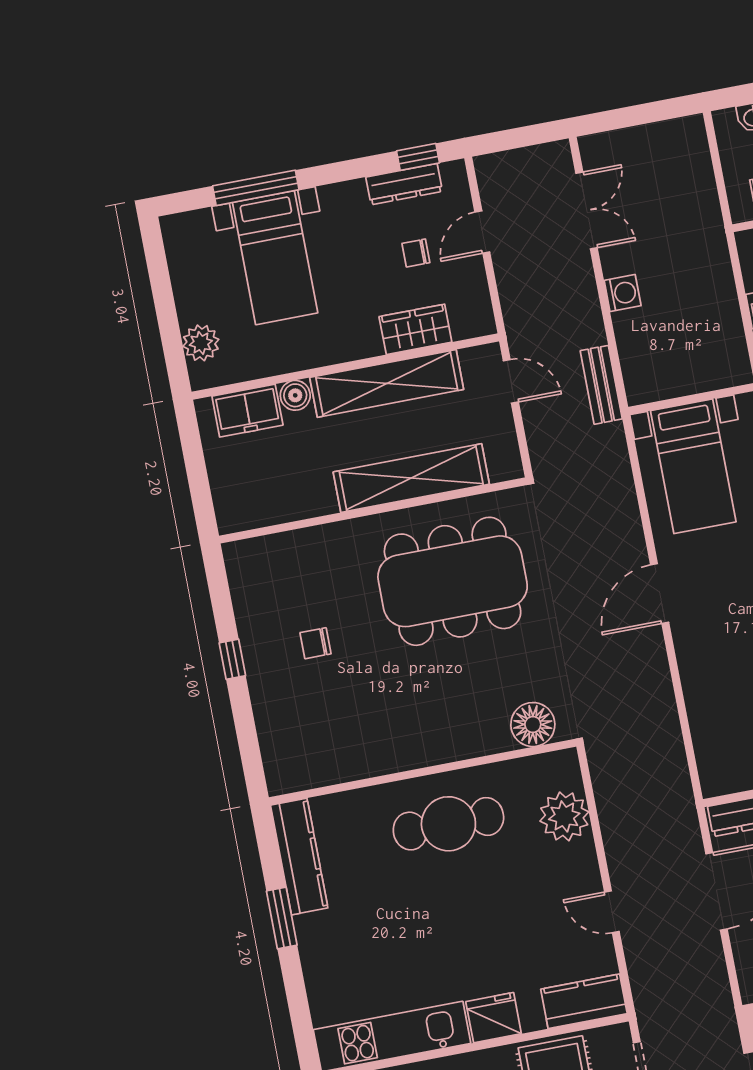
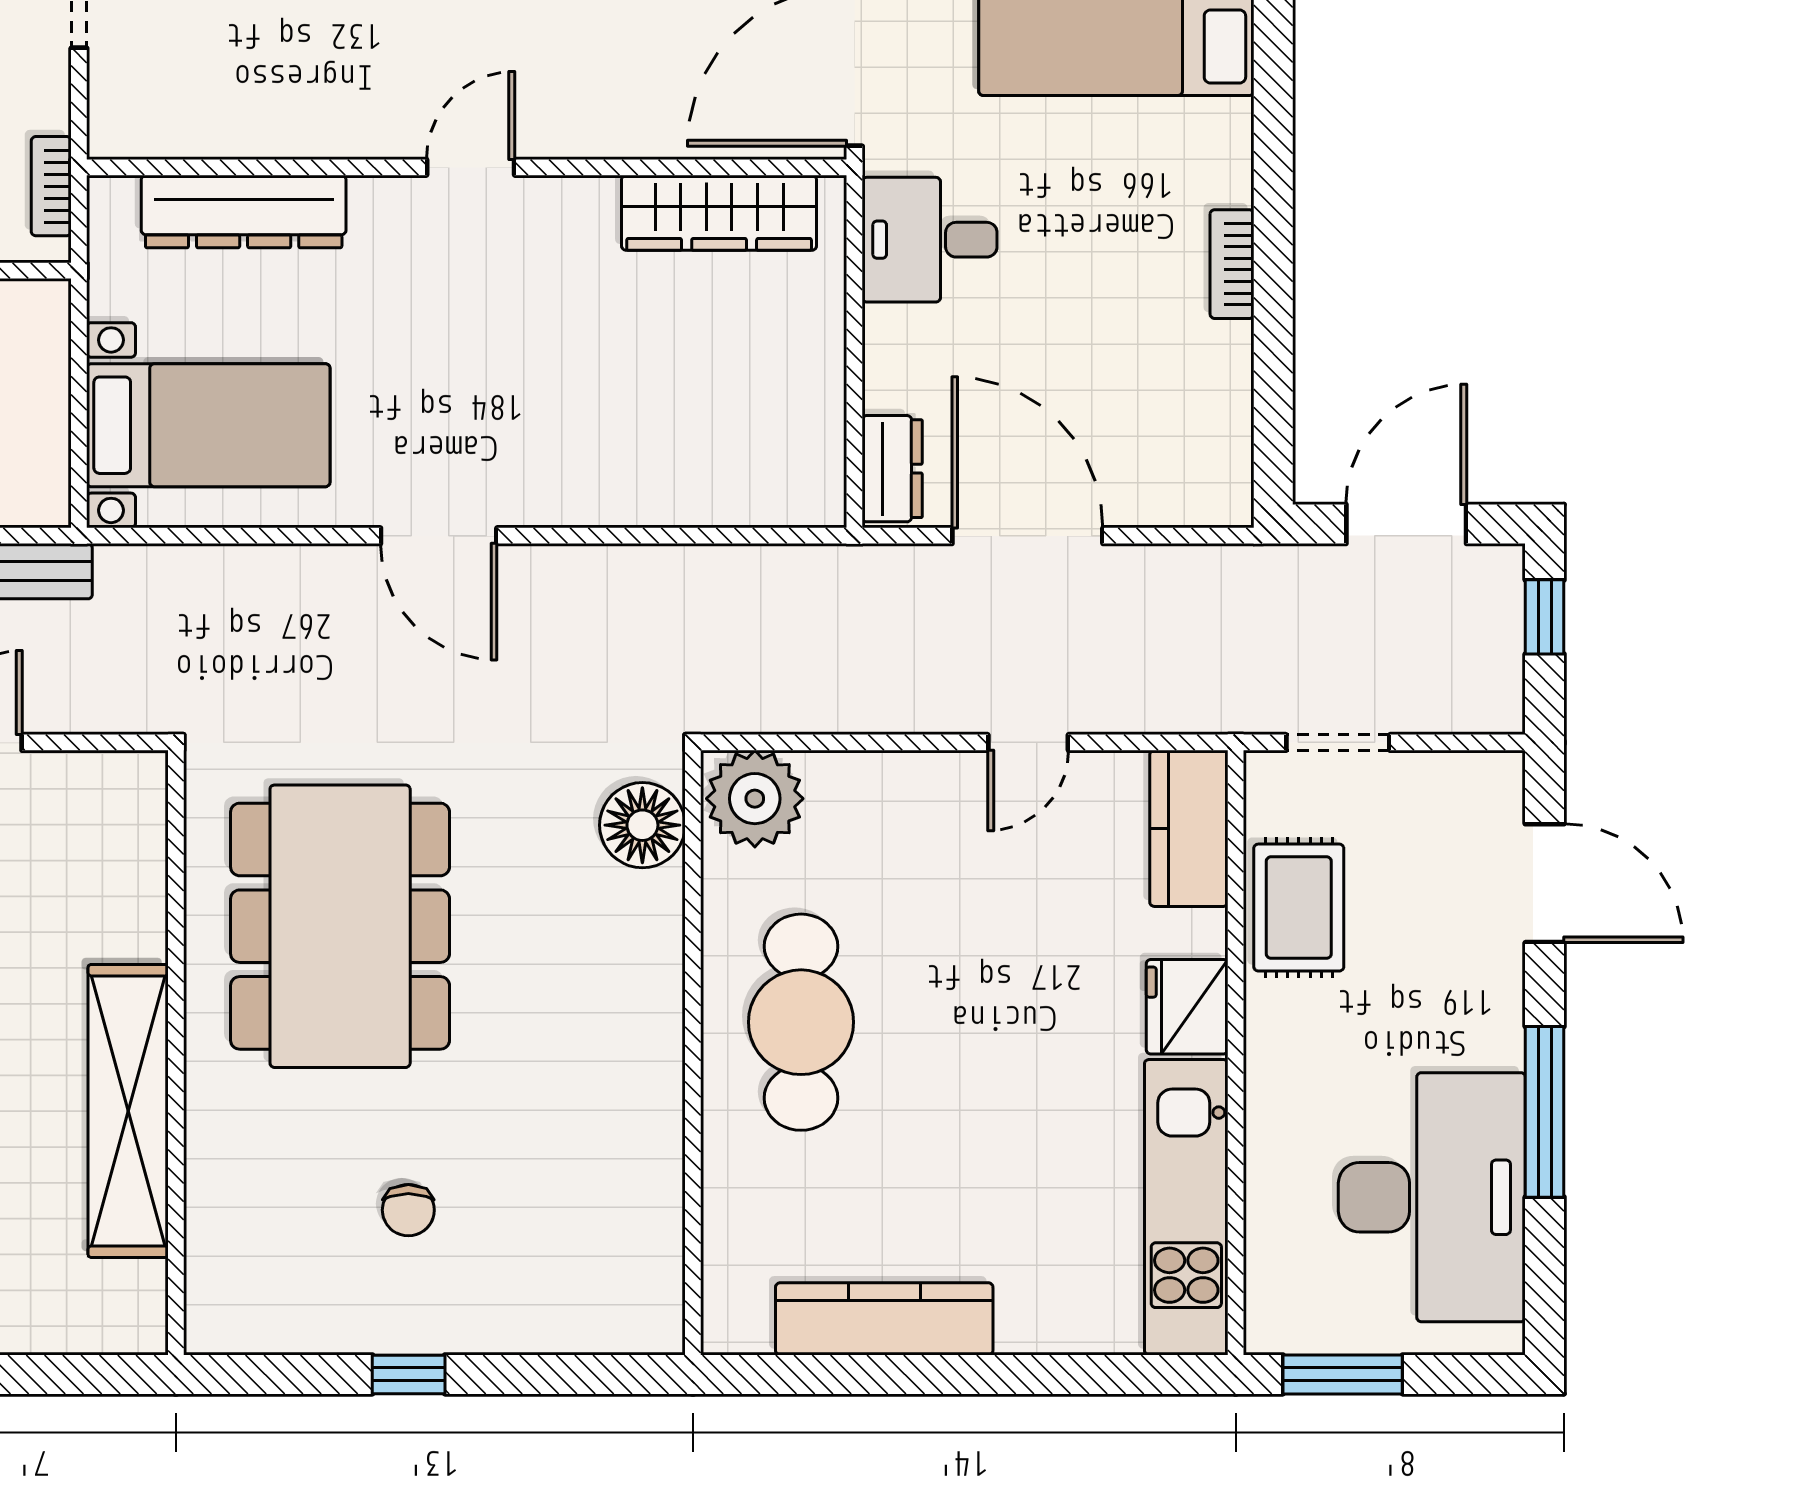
shelving: (411, 478) -> (128, 1111), moved
plant: (564, 816) -> (755, 799), moved
kitchen counter: (299, 857) -> (884, 1319), moved
window: (282, 918) -> (920, 1374), removed

